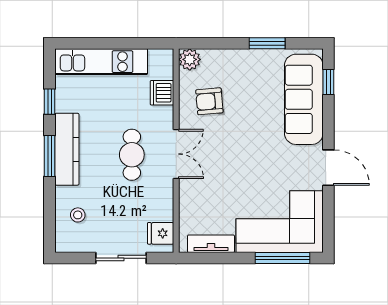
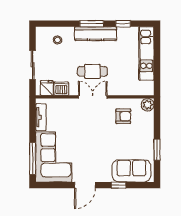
window: (328, 82) -> (119, 185), moved
dishwasher: (162, 93) -> (61, 89), moved
sofa: (304, 99) -> (131, 171), width x0.73
armchair: (209, 101) -> (123, 116), turned 95
double door: (176, 154) -> (93, 97), swing flipped

